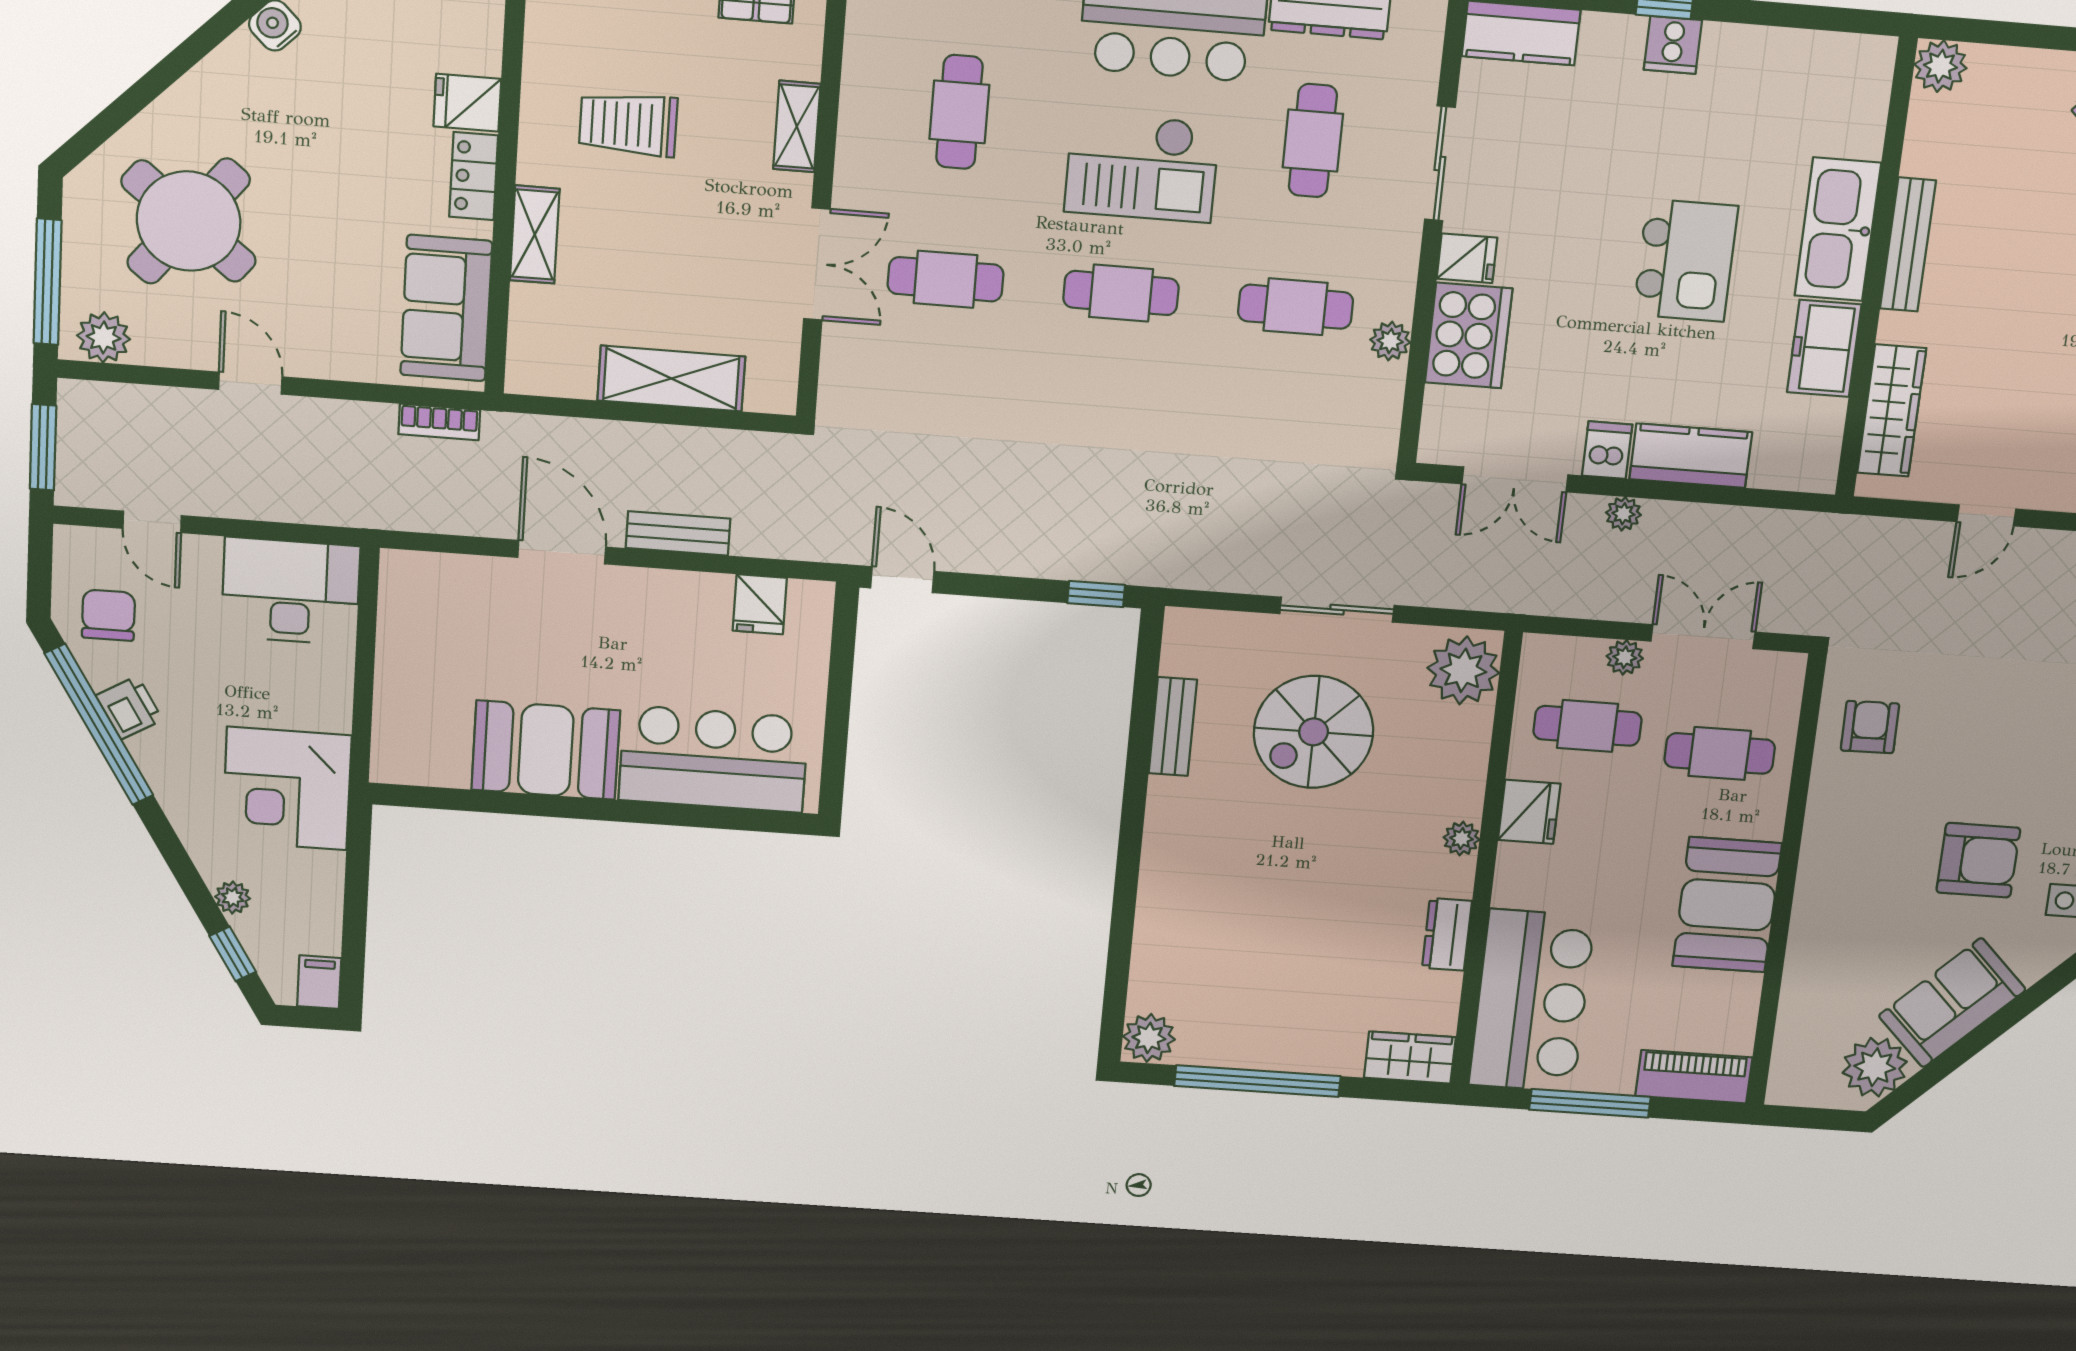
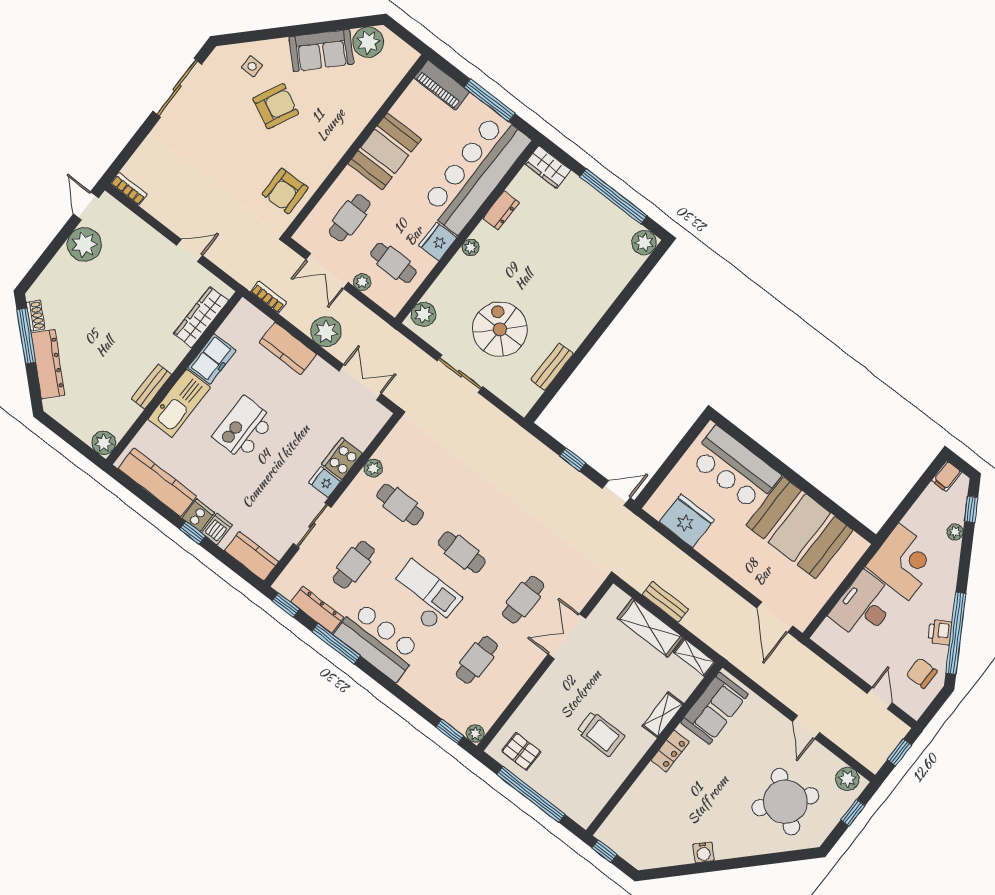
kitchen counter: (1791, 57) -> (157, 482), added
fridge: (467, 103) -> (654, 779), removed
shelving: (797, 126) -> (694, 657), moved, turned 90
bench: (1908, 245) -> (151, 387), width x0.73
cafe table: (946, 279) -> (523, 600), turned 90
window: (48, 282) -> (853, 813), width x0.46
cooker: (1469, 335) -> (342, 459), width x0.73, depth x0.76
bookcase: (439, 422) -> (268, 297), moved
window: (43, 447) -> (899, 752), width x0.67
dishwasher: (1607, 450) -> (217, 529), moved, turned 180
plant: (1623, 514) -> (326, 332), width x1.88, depth x1.88
bench: (678, 533) -> (665, 602), moved
door: (562, 552) -> (775, 617), moved
door: (902, 580) -> (616, 493), swing flipped
desk: (291, 591) -> (864, 606), moved, turned 90
window: (1096, 594) -> (573, 459), moved
fridge: (760, 604) -> (687, 521), width x1.88, depth x1.34
chair: (108, 615) -> (922, 673), turned 90
plant: (1463, 670) -> (424, 314), width x0.73, depth x0.73
armchair: (1870, 727) -> (285, 191), width x1.38, depth x1.38
spiral stairs: (1314, 732) -> (500, 329), turned -90
booth: (546, 750) -> (799, 528), width x1.36, depth x1.42
cafe table: (1720, 753) -> (350, 218), turned 90
armchair: (1978, 860) -> (276, 106), turned 116
bar counter: (1532, 1001) -> (475, 173), width x1.36

